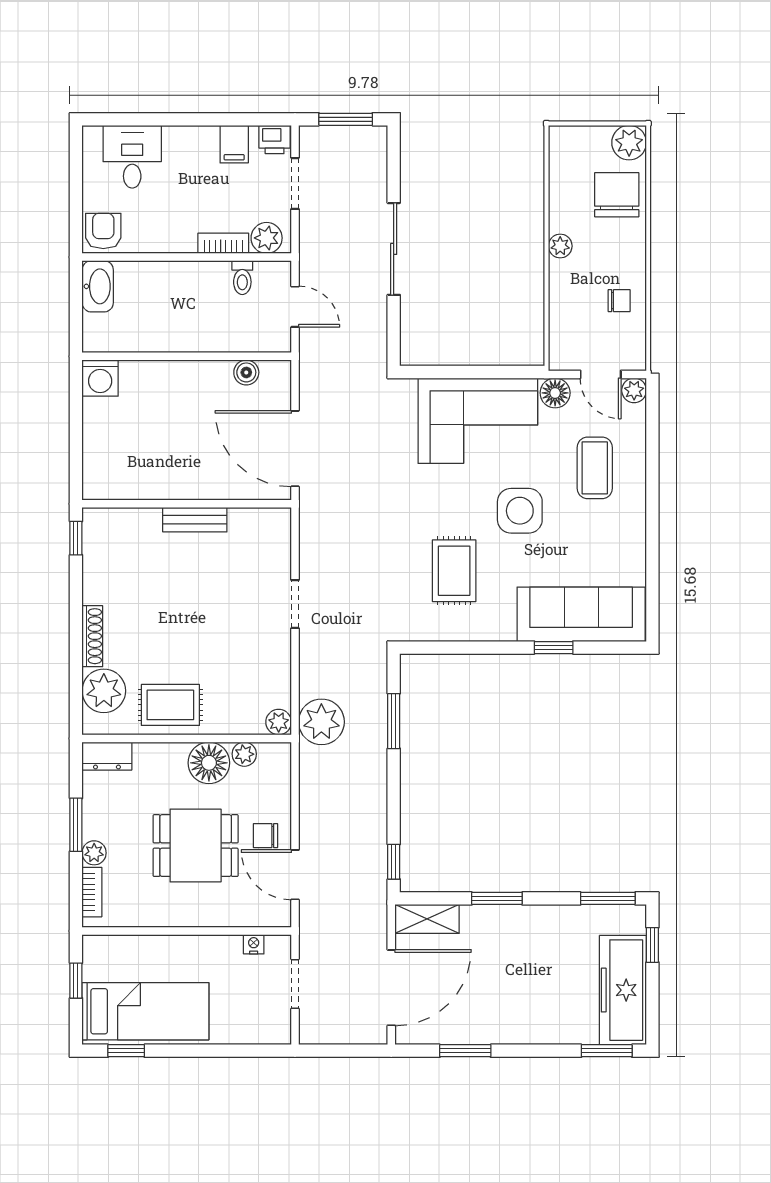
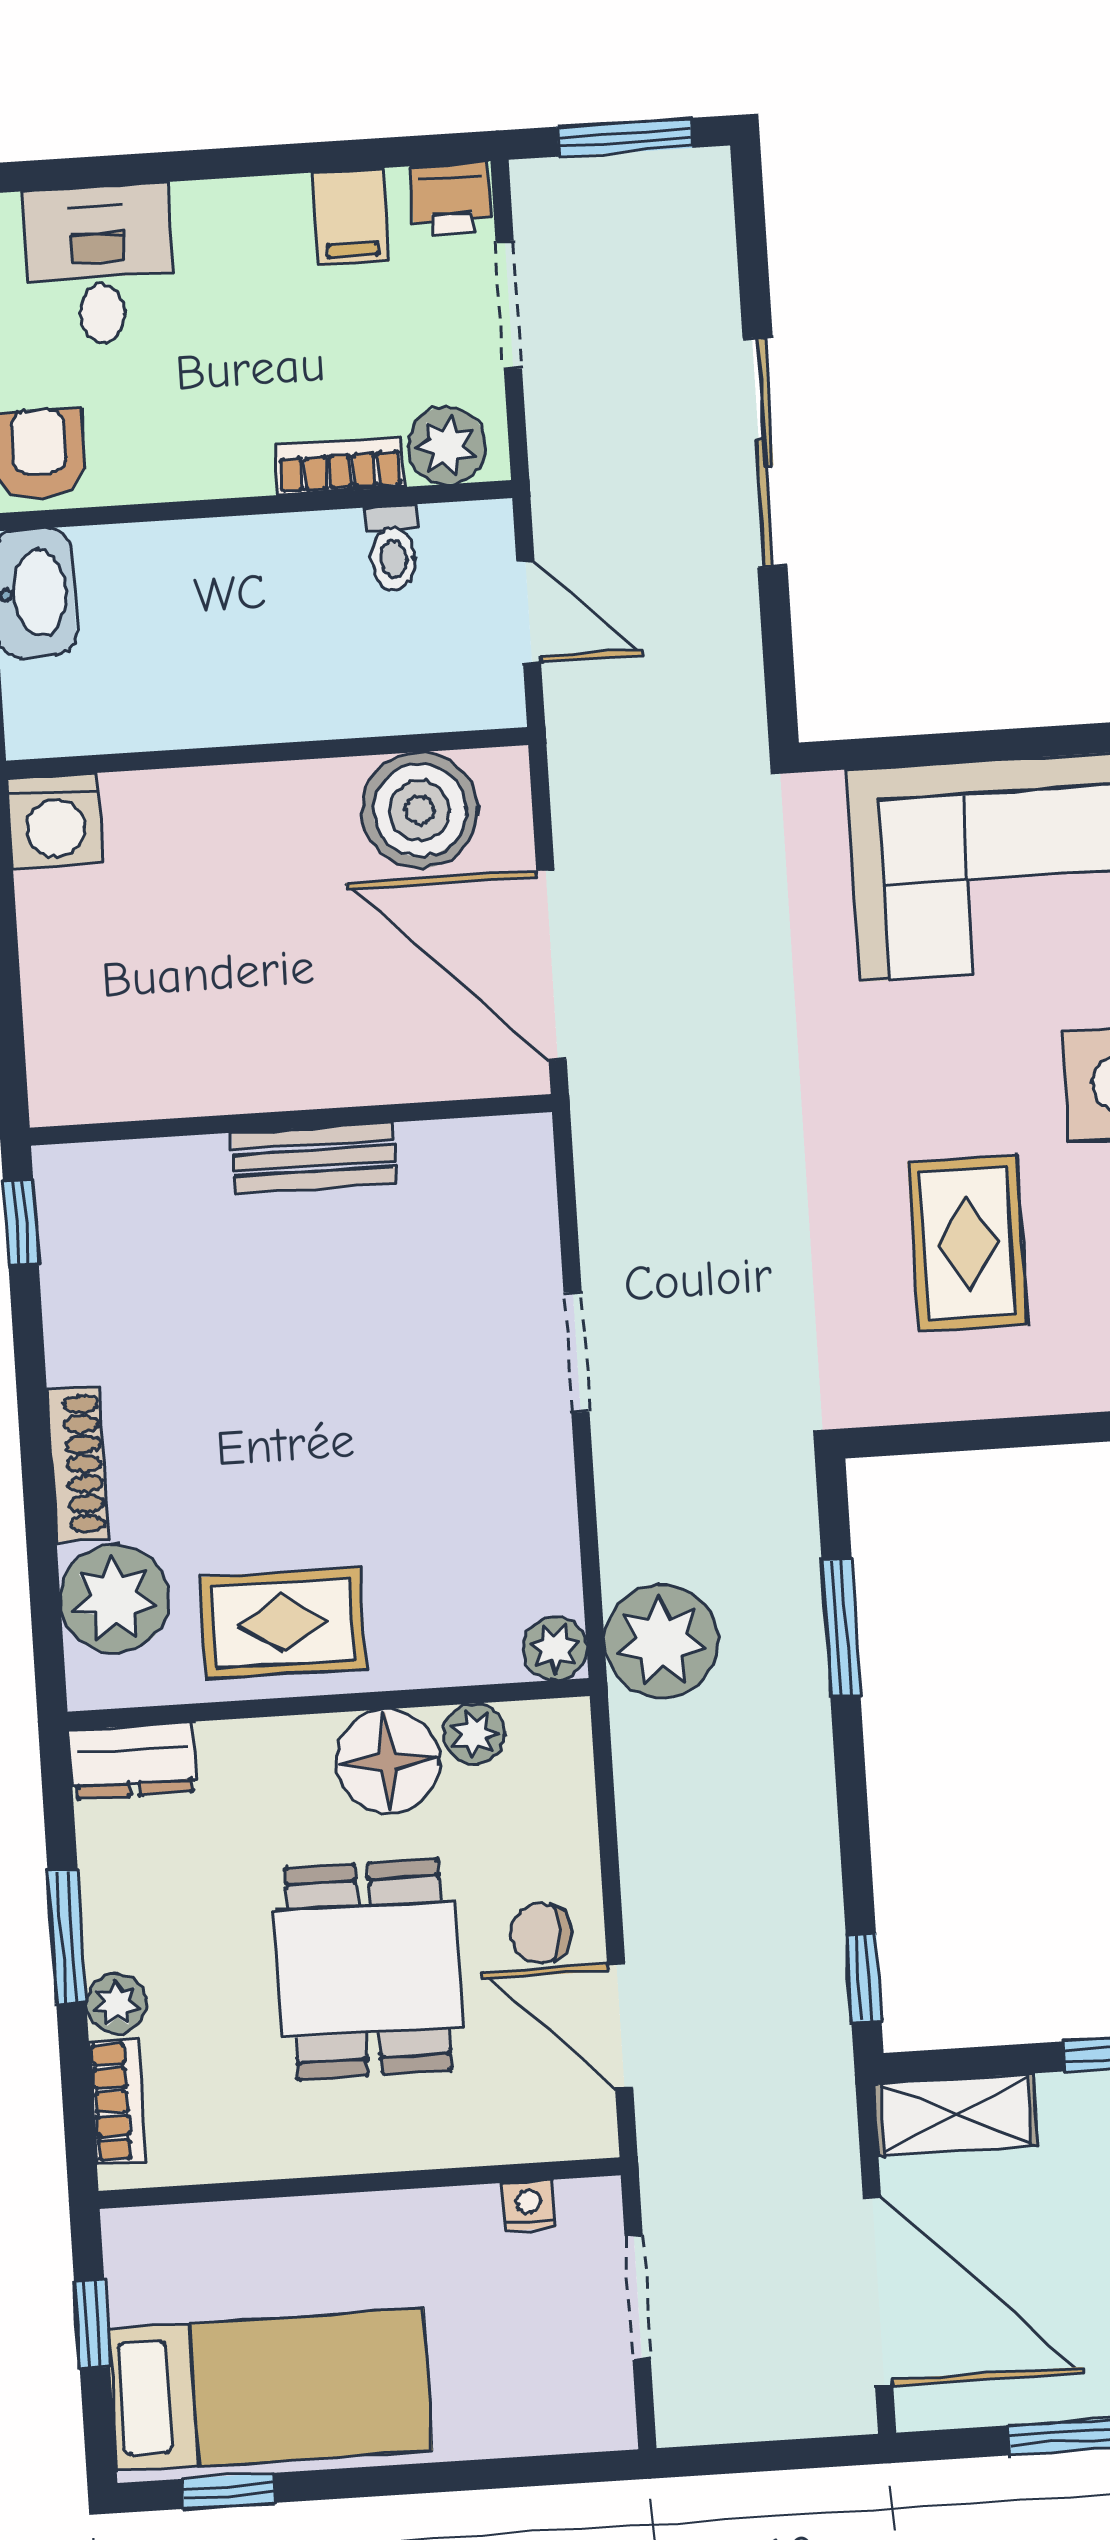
boiler: (246, 372) -> (420, 810), width x1.86, depth x1.86
dining table: (196, 846) -> (368, 1969), turned 90
door: (391, 988) -> (878, 2291), hinge flipped

